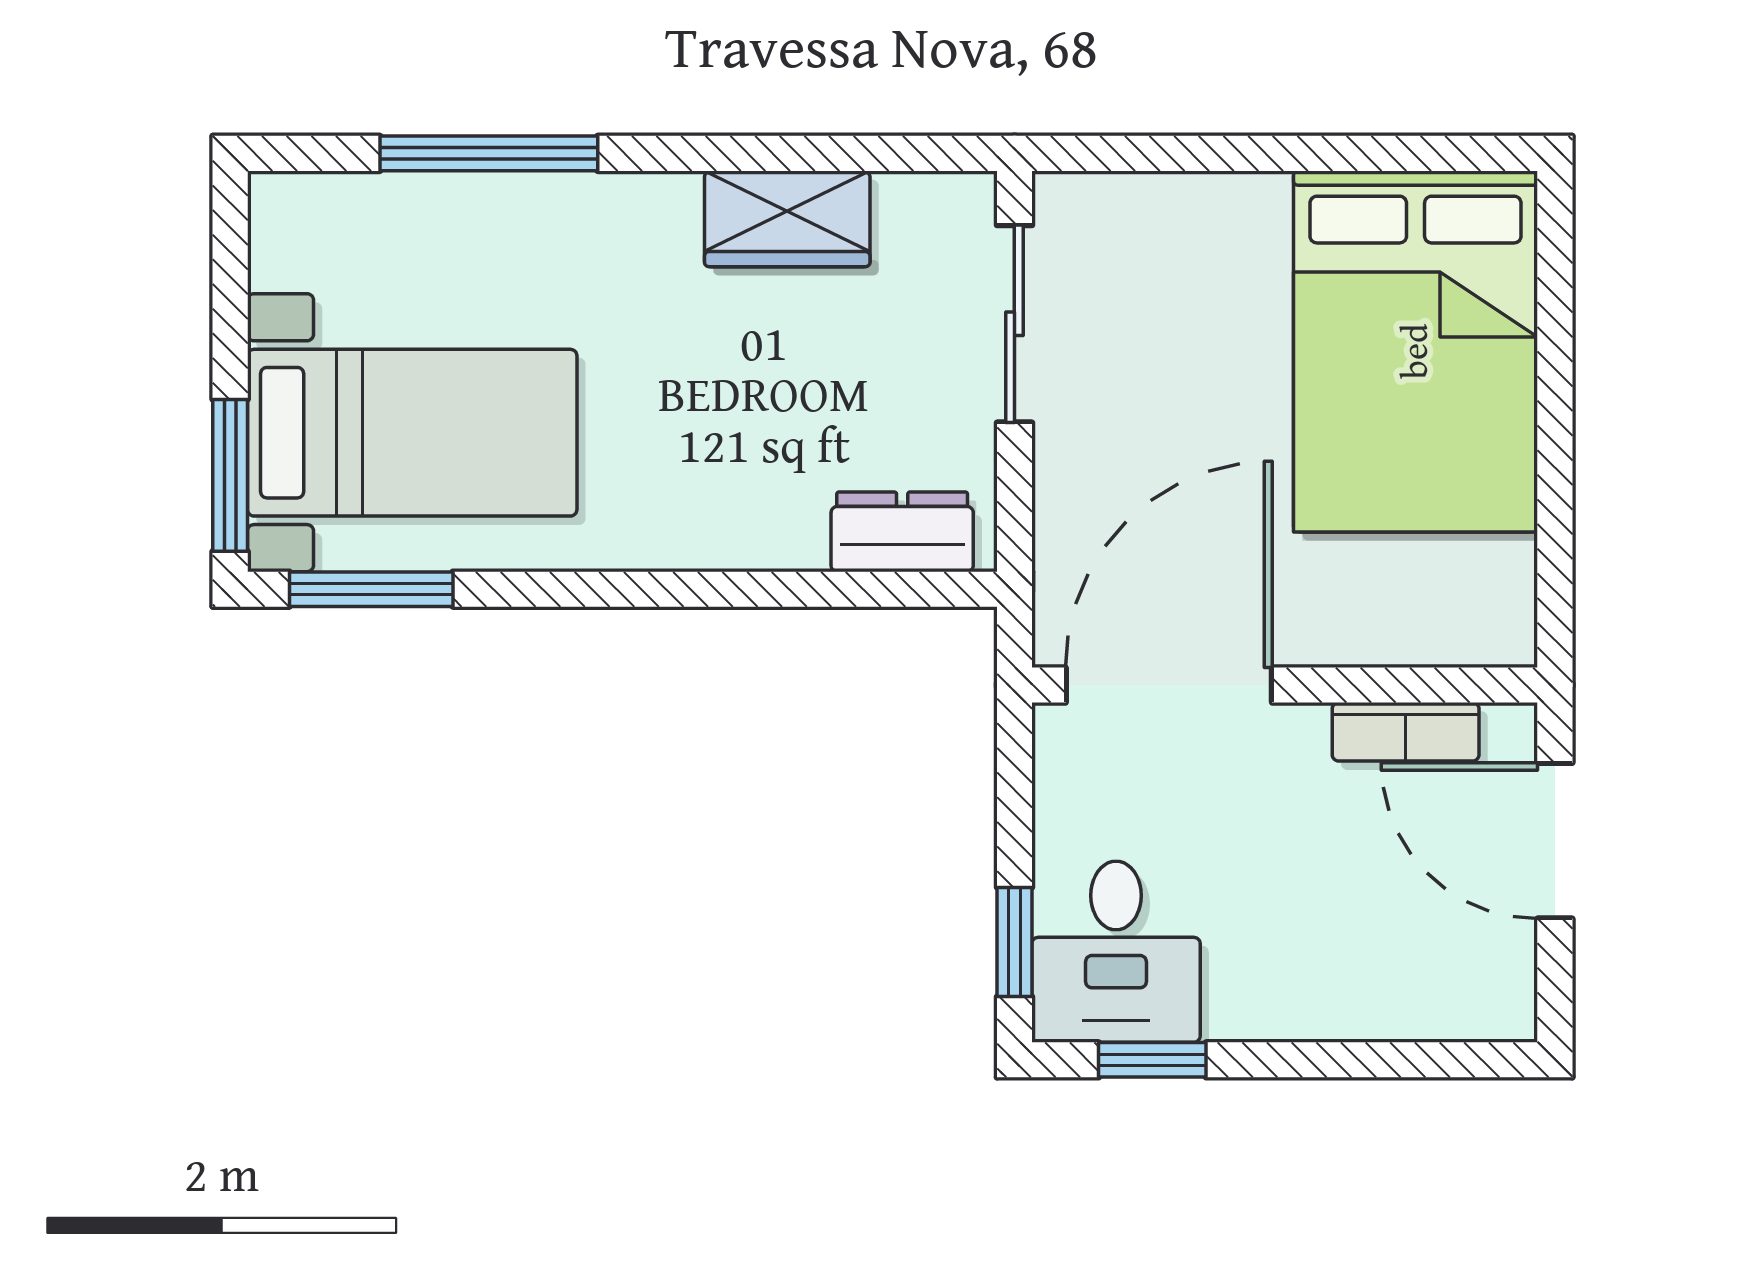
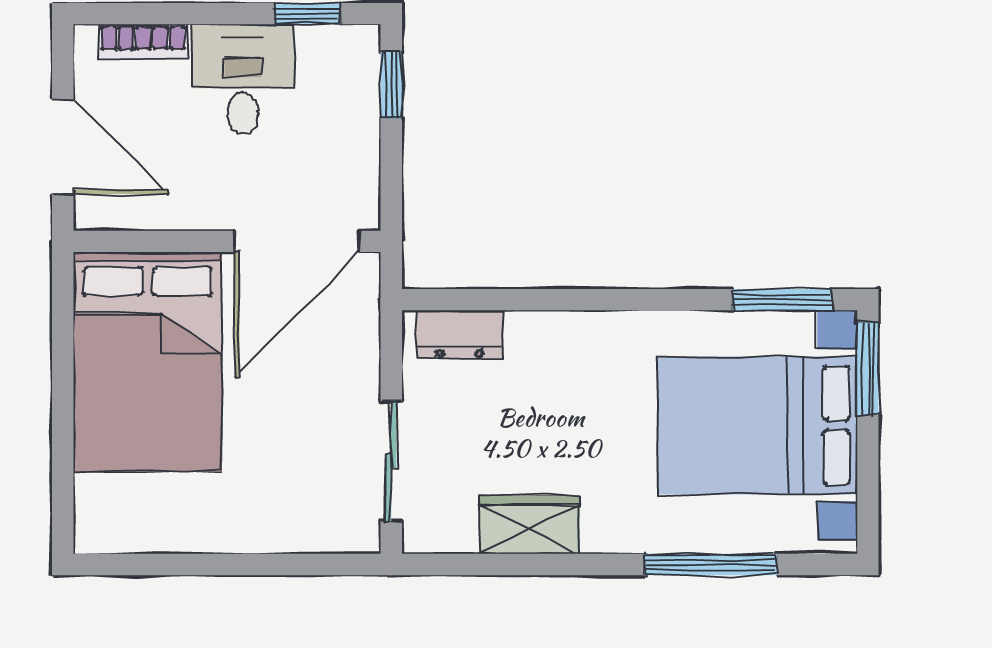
bed: (1416, 351) -> (147, 362), moved, turned 180
bed with nightstands: (412, 433) -> (757, 425), width x1.36
bookcase: (1406, 732) -> (143, 42), moved, turned 180
desk: (1116, 952) -> (243, 79), moved

